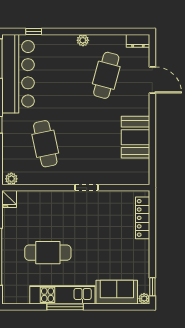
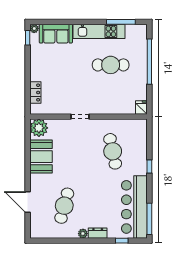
dresser: (138, 41) -> (98, 233), moved
plant: (11, 179) -> (39, 128), moved, width x1.87, depth x1.87
locker: (143, 218) -> (35, 92), width x0.66
window: (65, 307) -> (121, 22), moved

